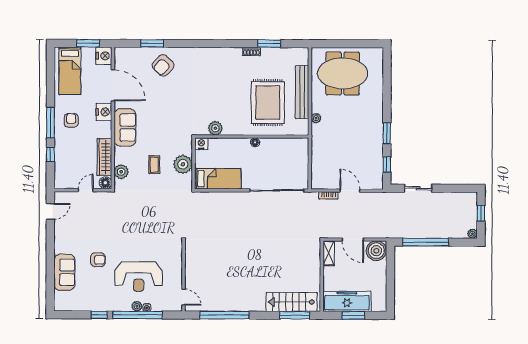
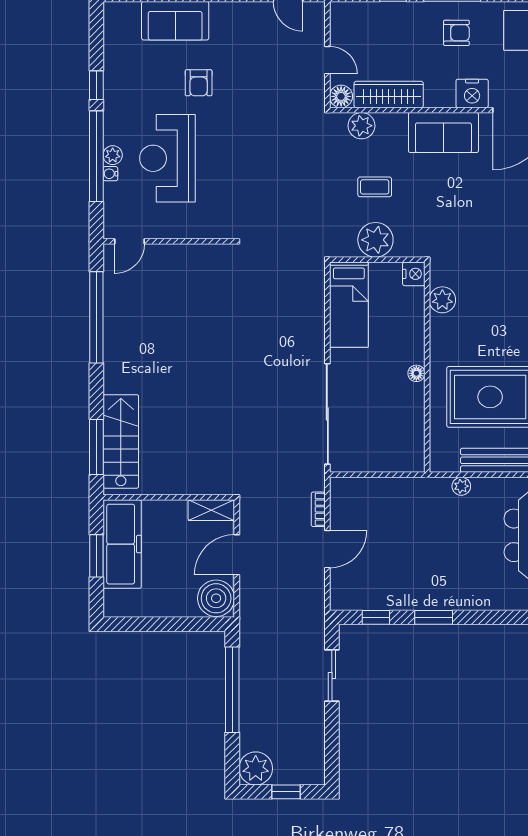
plant: (472, 234) -> (256, 768), width x1.88, depth x1.88

